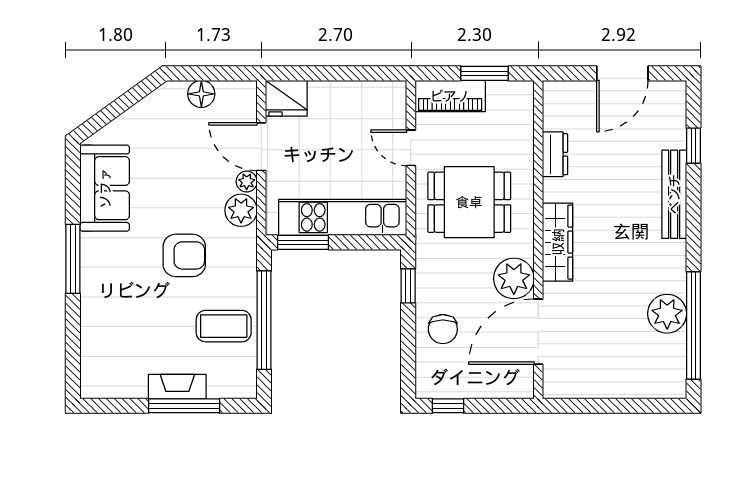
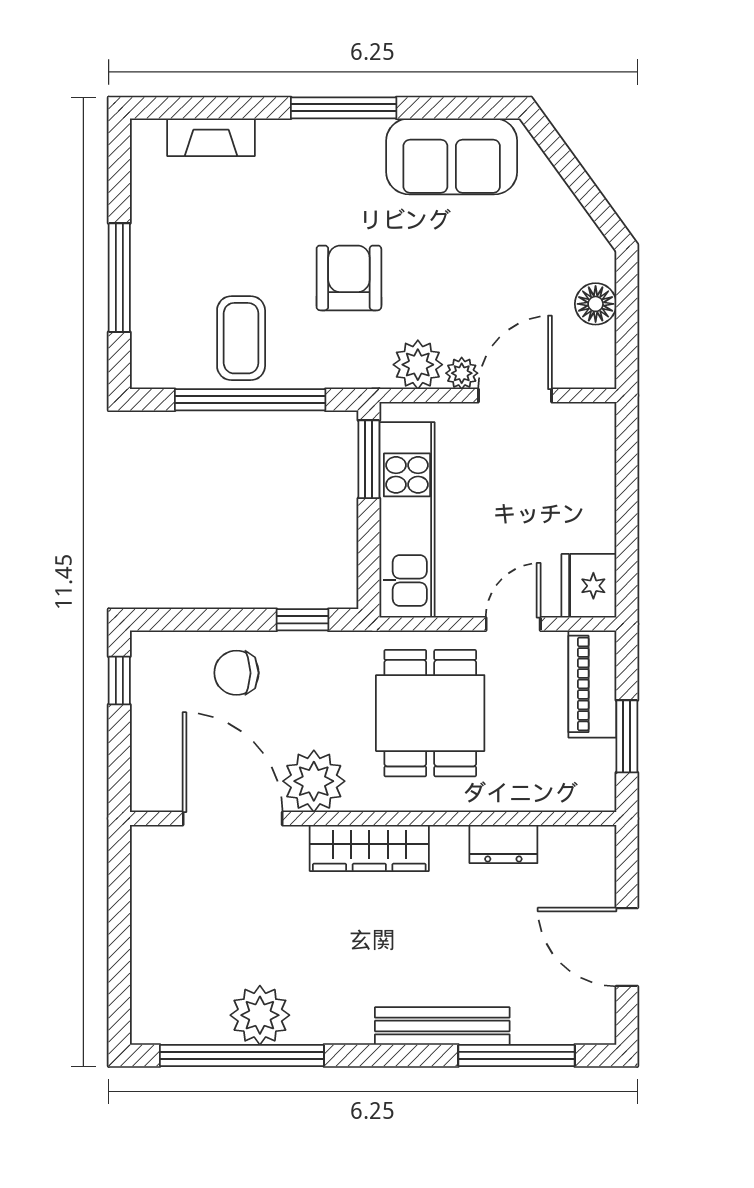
fridge: (286, 98) -> (589, 586), moved
window: (693, 146) -> (517, 1055), width x2.17
armchair: (184, 255) -> (349, 278), turned 180
fireplace: (177, 387) -> (211, 137), moved, turned 90

